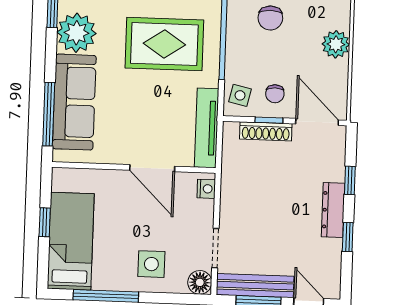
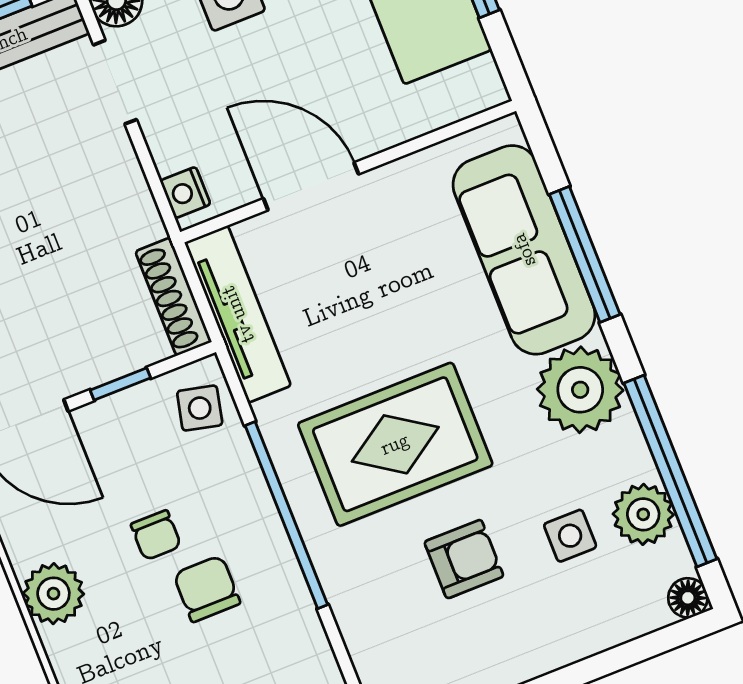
chair: (275, 94) -> (156, 535), moved, turned 180
window: (49, 114) -> (585, 254), moved
shoe rack: (266, 131) -> (174, 297), moved, turned -90

